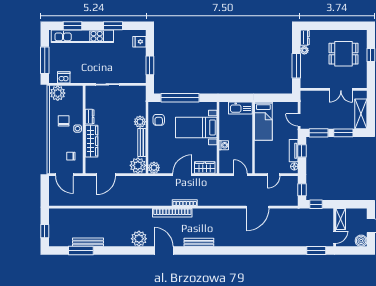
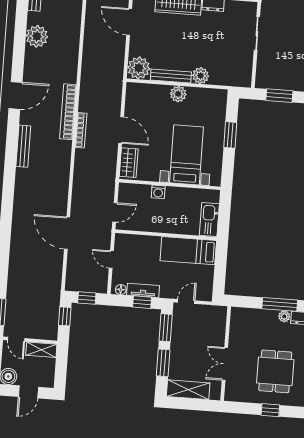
window: (296, 66) -> (280, 304), moved
window: (180, 98) -> (230, 135), width x0.47
armchair: (159, 120) -> (201, 102), removed
plant: (154, 168) -> (178, 94), moved
plant: (139, 239) -> (37, 36), moved

